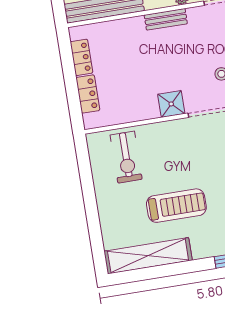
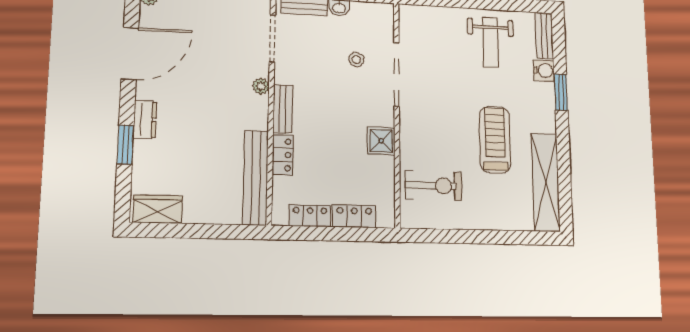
locker: (127, 26) -> (283, 155), added
shower: (171, 104) -> (381, 141), moved

